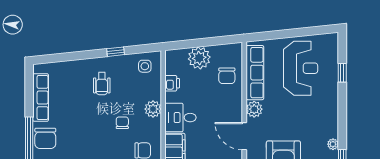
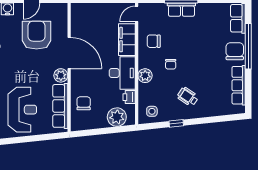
plant: (199, 58) -> (117, 117), moved
reception desk: (301, 68) -> (22, 110), turned 180
wheelchair: (102, 84) -> (188, 97), turned -56
desk: (181, 118) -> (122, 73), width x1.37
door: (244, 136) -> (69, 53), width x1.36

